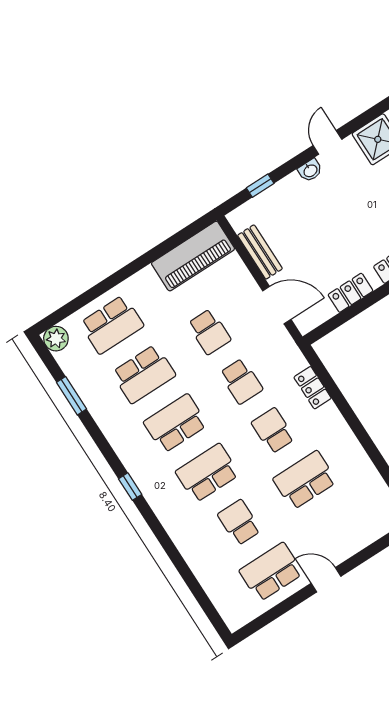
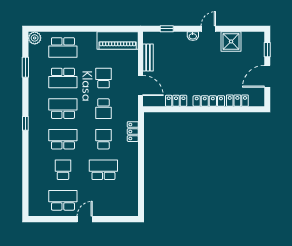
school desk: (209, 332) -> (103, 78), turned 180
door: (326, 580) -> (85, 219), hinge flipped

